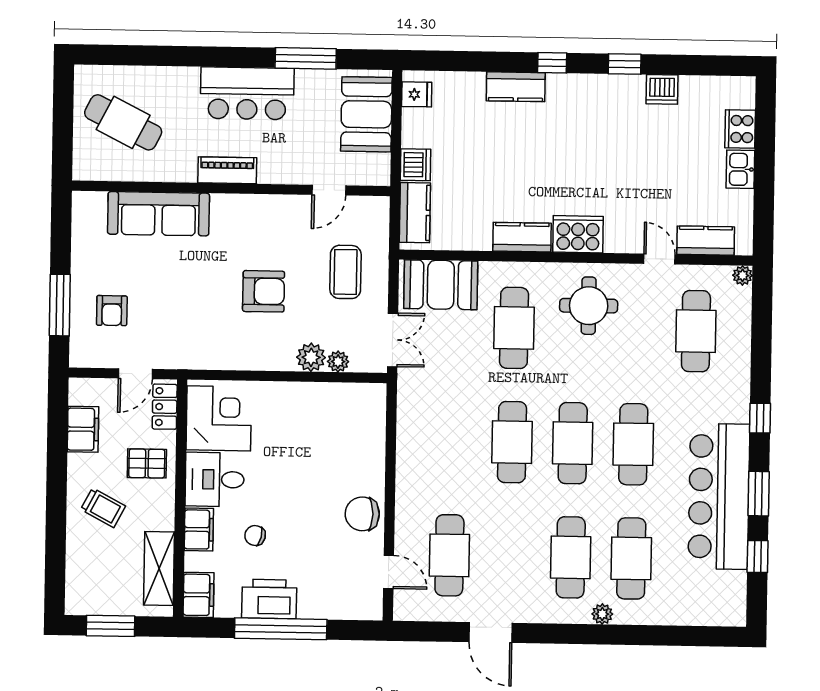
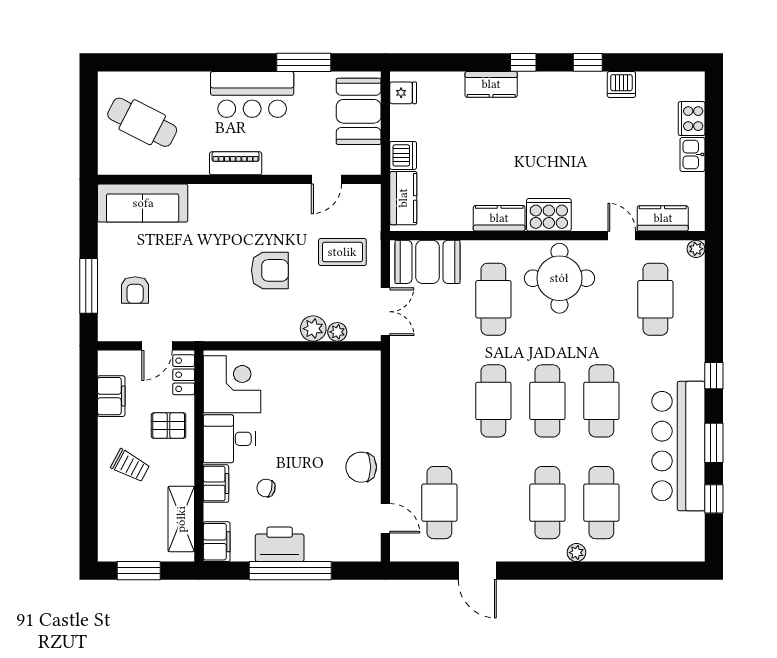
sofa: (158, 214) -> (143, 203), moved
coffee table: (345, 272) -> (342, 252), turned 90
round table: (589, 306) -> (559, 278), width x1.36, depth x1.36

